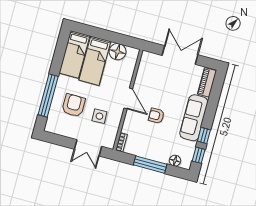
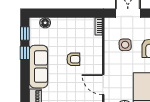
door: (128, 98) -> (103, 85), moved
window: (150, 165) -> (67, 13), removed

